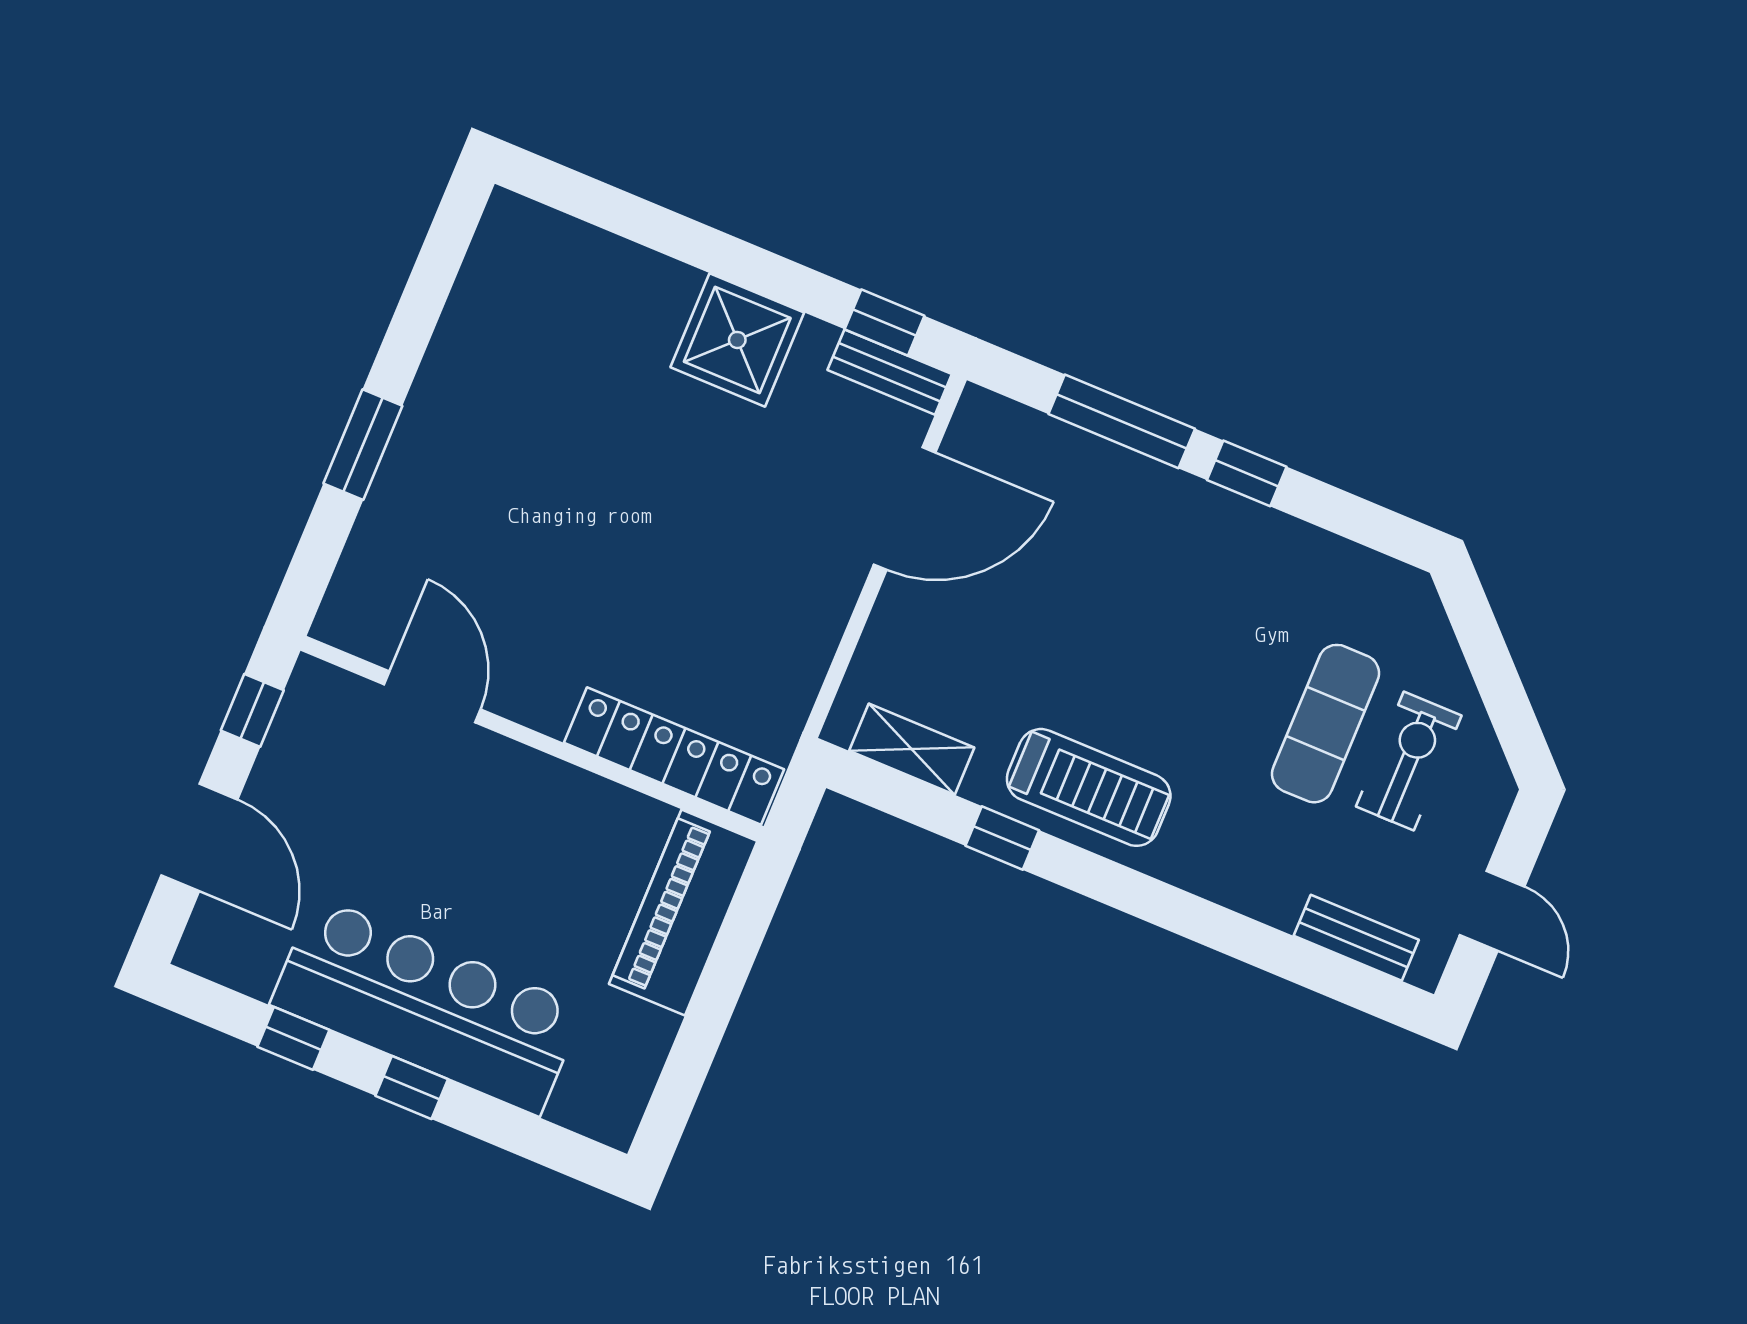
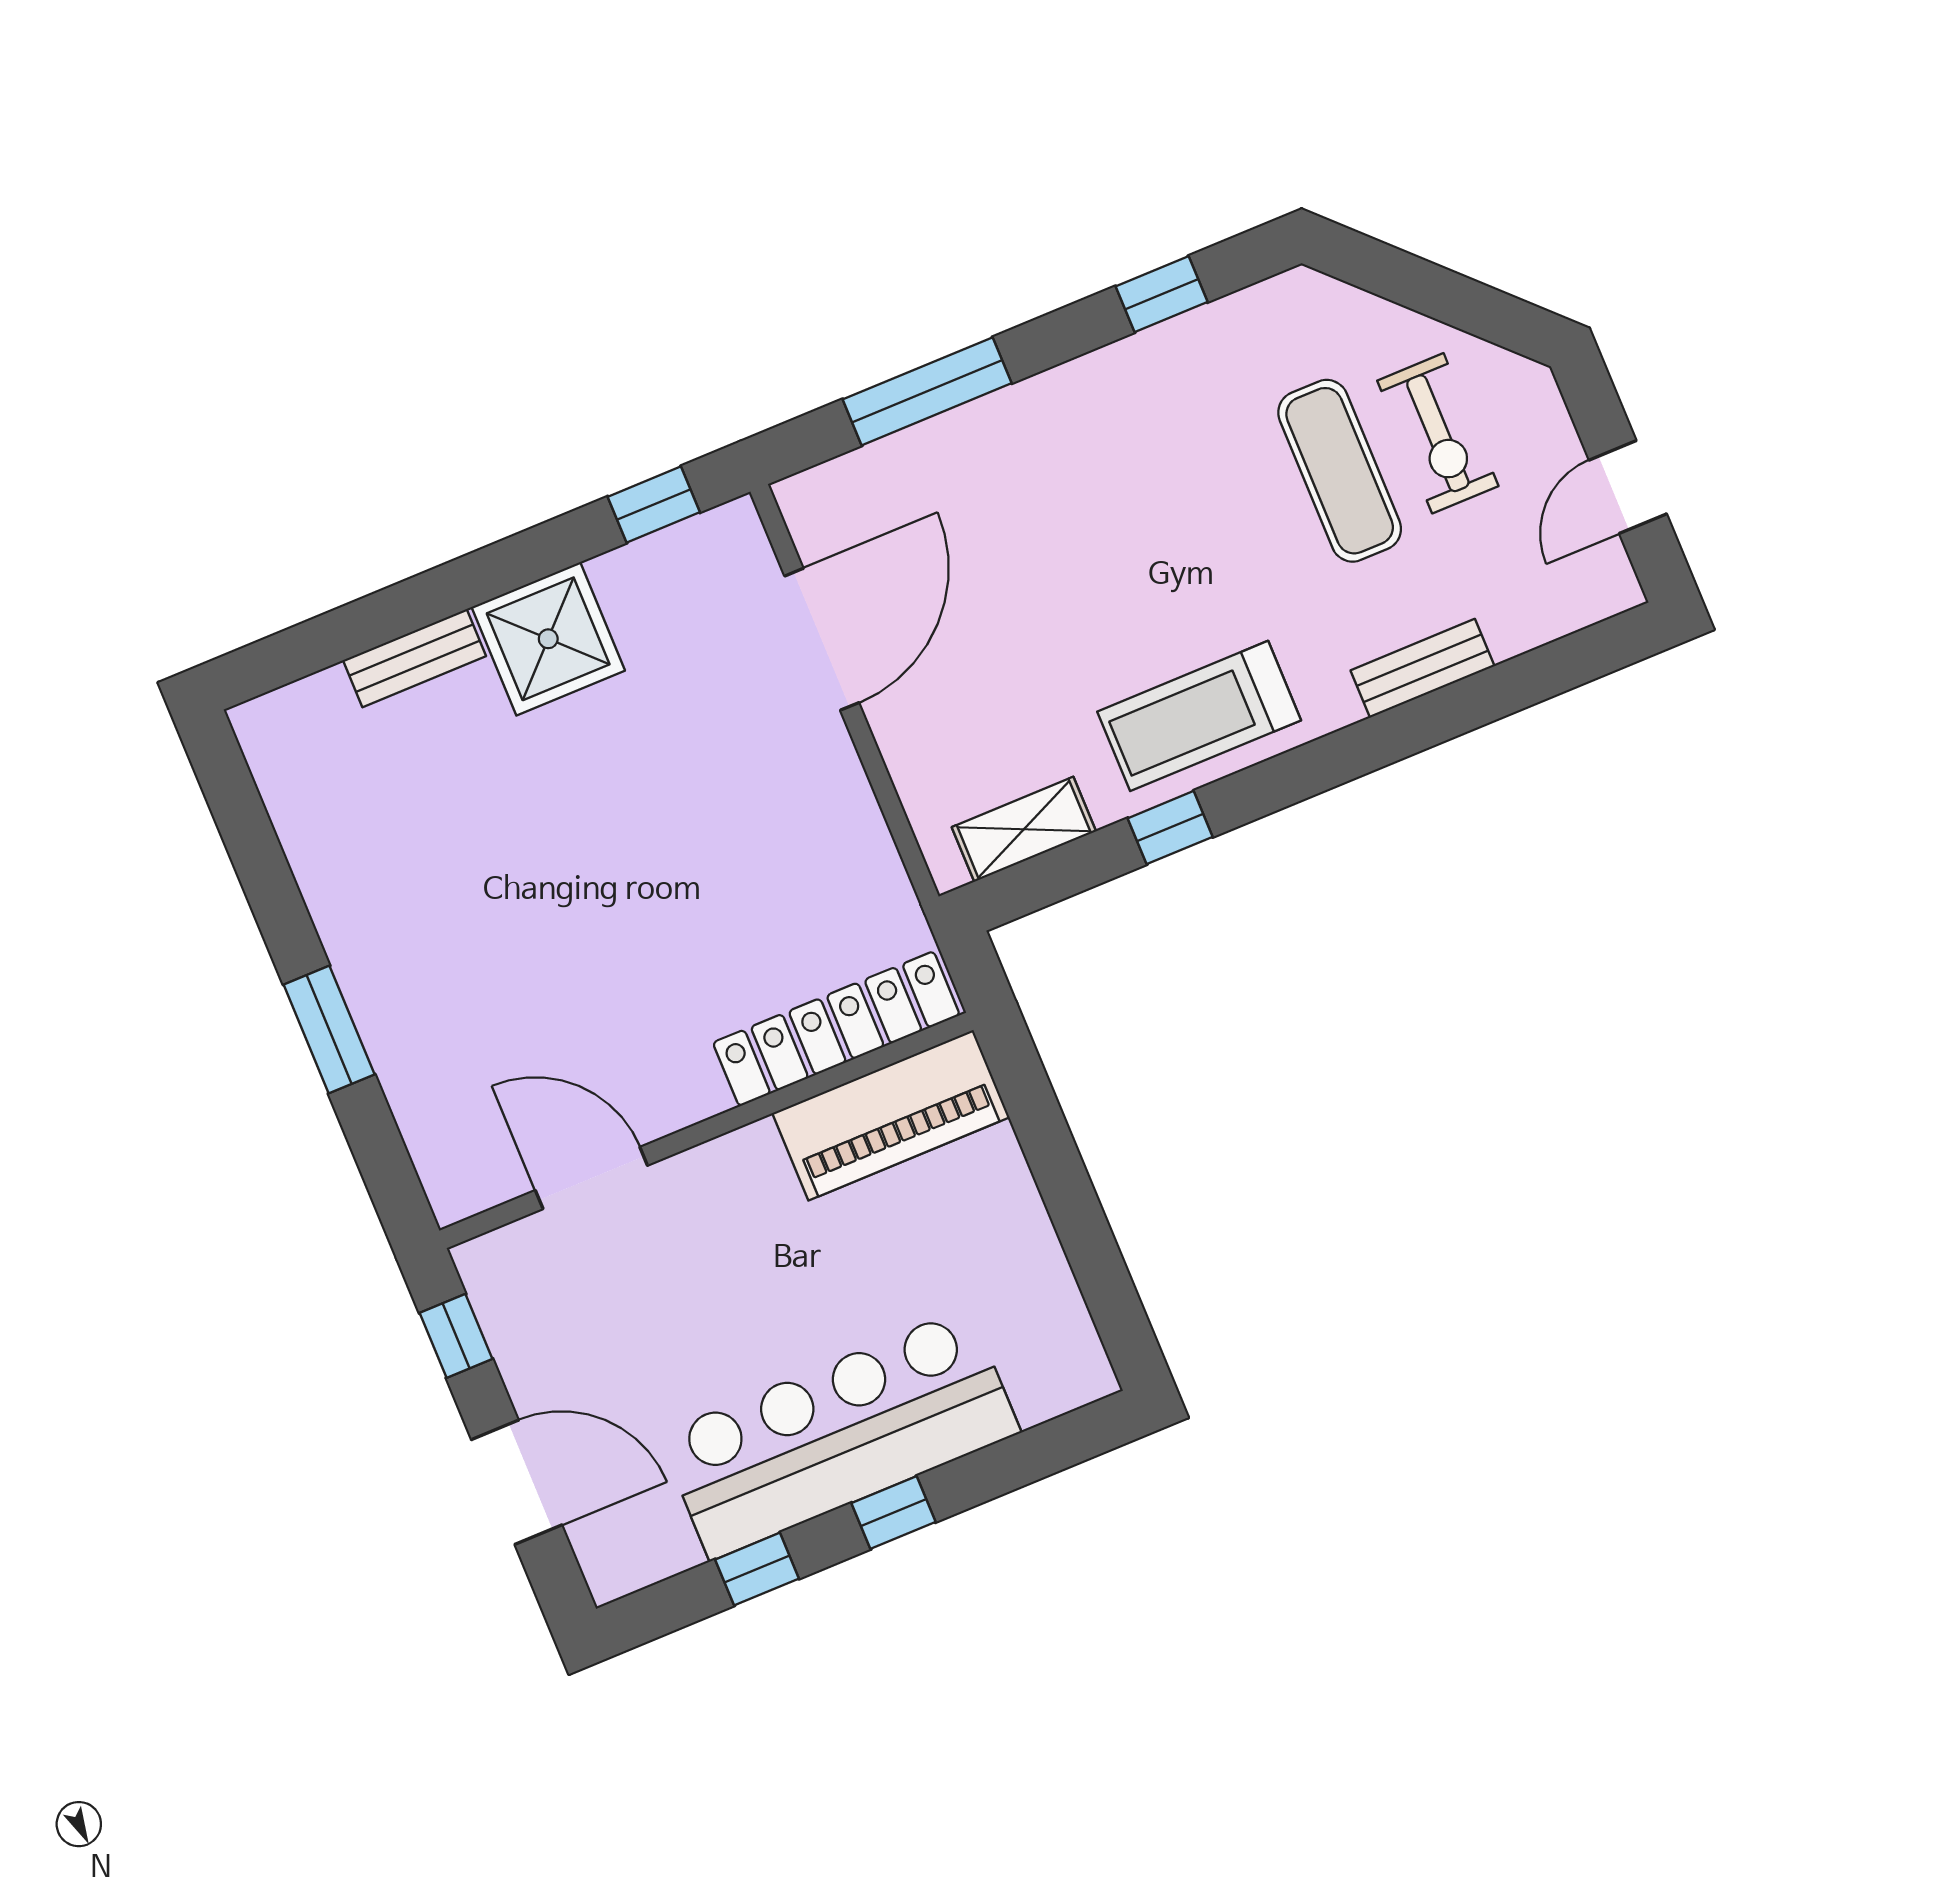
bench: (890, 372) -> (415, 658), moved
window: (1247, 473) -> (1162, 294), moved
exercise bike: (1409, 761) -> (1438, 433), turned 180
treadmill: (1089, 787) -> (1199, 716), turned 180
door: (1492, 911) -> (1628, 487), swing flipped
piano: (683, 913) -> (891, 1115), moved, turned -90
bench: (1356, 938) -> (1423, 668), moved

